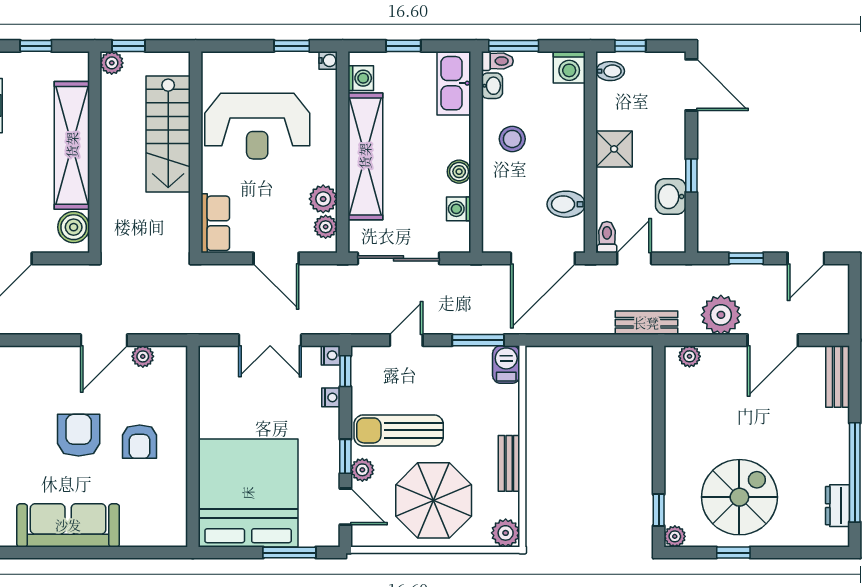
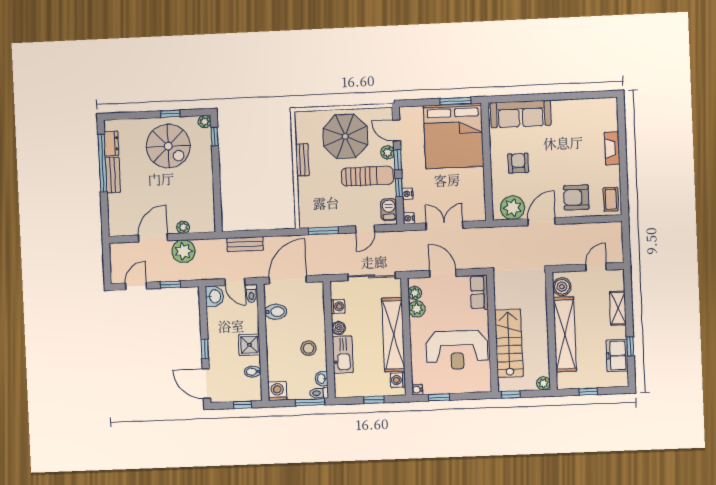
window: (128, 46) -> (511, 394), moved
bidet: (610, 71) -> (253, 372), moved
kitchen sink: (454, 83) -> (343, 354), moved
reception desk: (257, 126) -> (457, 350), turned 180
window: (691, 175) -> (205, 349), moved
washbasin: (671, 196) -> (214, 296), moved
door: (634, 258) -> (235, 282), hinge flipped
bench: (646, 323) -> (245, 244), moved
plant: (143, 356) -> (513, 208), width x1.87, depth x1.87
plant: (689, 356) -> (183, 227), moved
barbecue: (506, 365) -> (389, 210), moved, turned 180
window: (345, 371) -> (399, 188), moved
bench: (838, 377) -> (113, 175), moved
armchair: (79, 435) -> (576, 197), moved, turned 90
spiral stairs: (739, 497) -> (168, 146), turned -90
sofa: (68, 525) -> (521, 114), moved
plant: (506, 533) -> (303, 119), removed
window: (289, 553) -> (455, 101), moved

